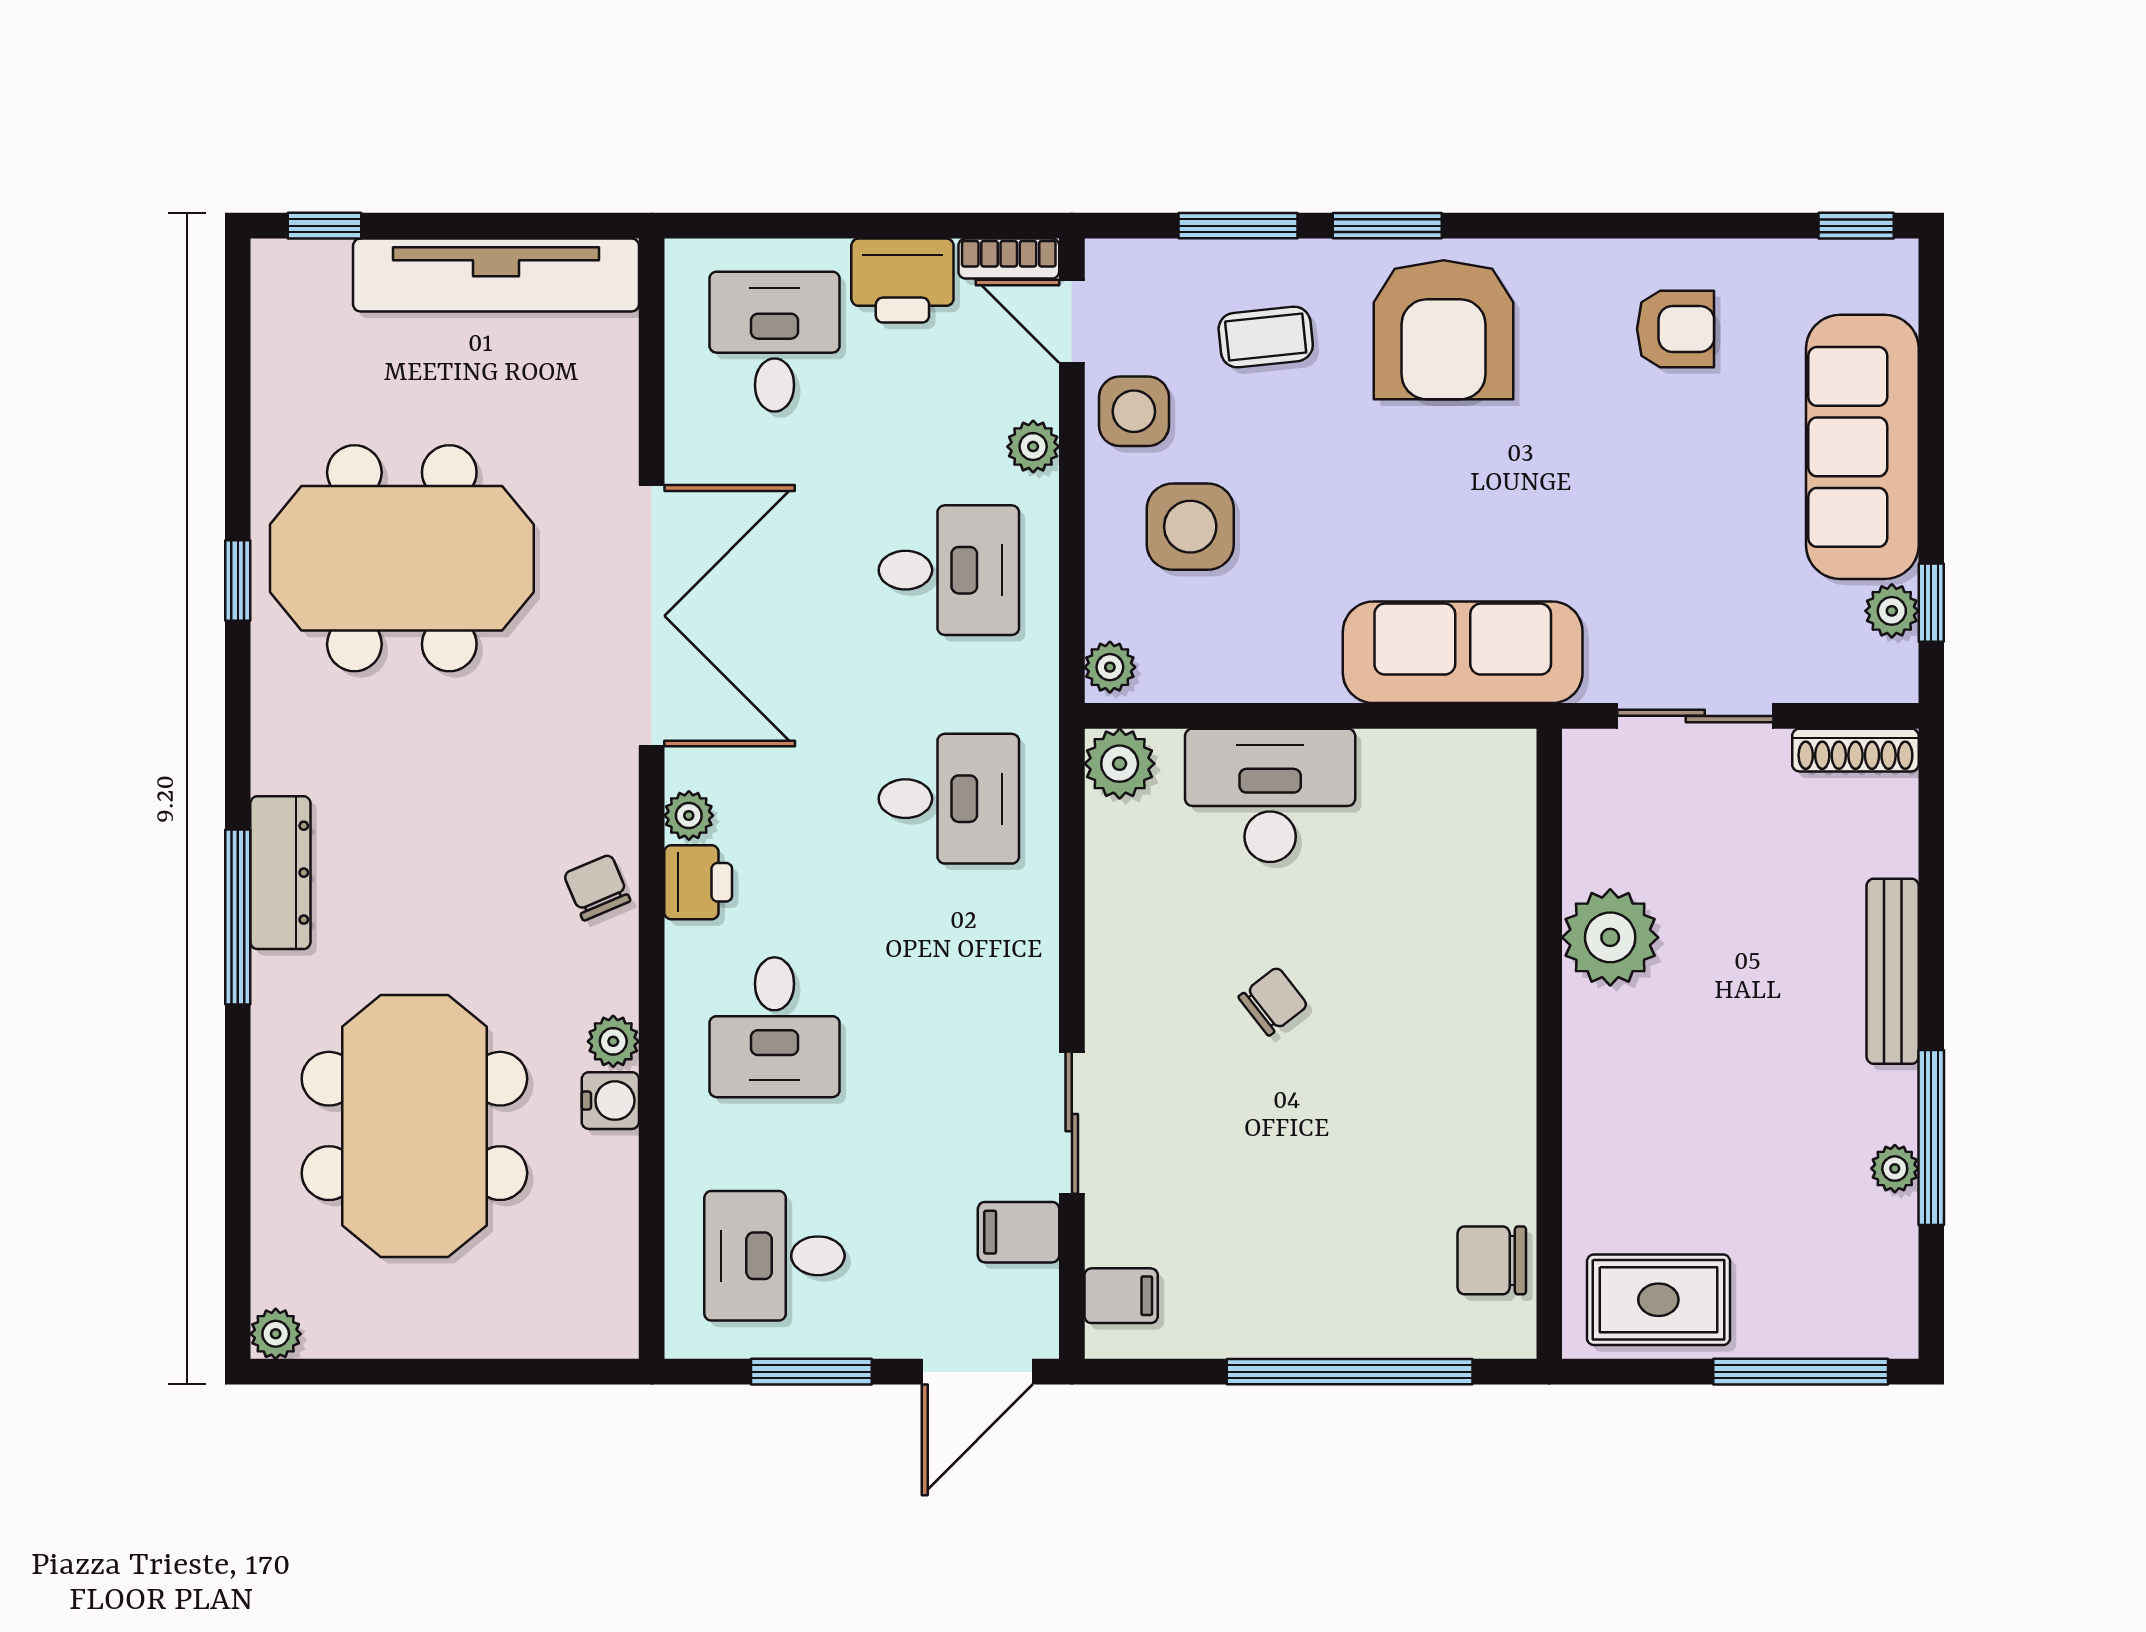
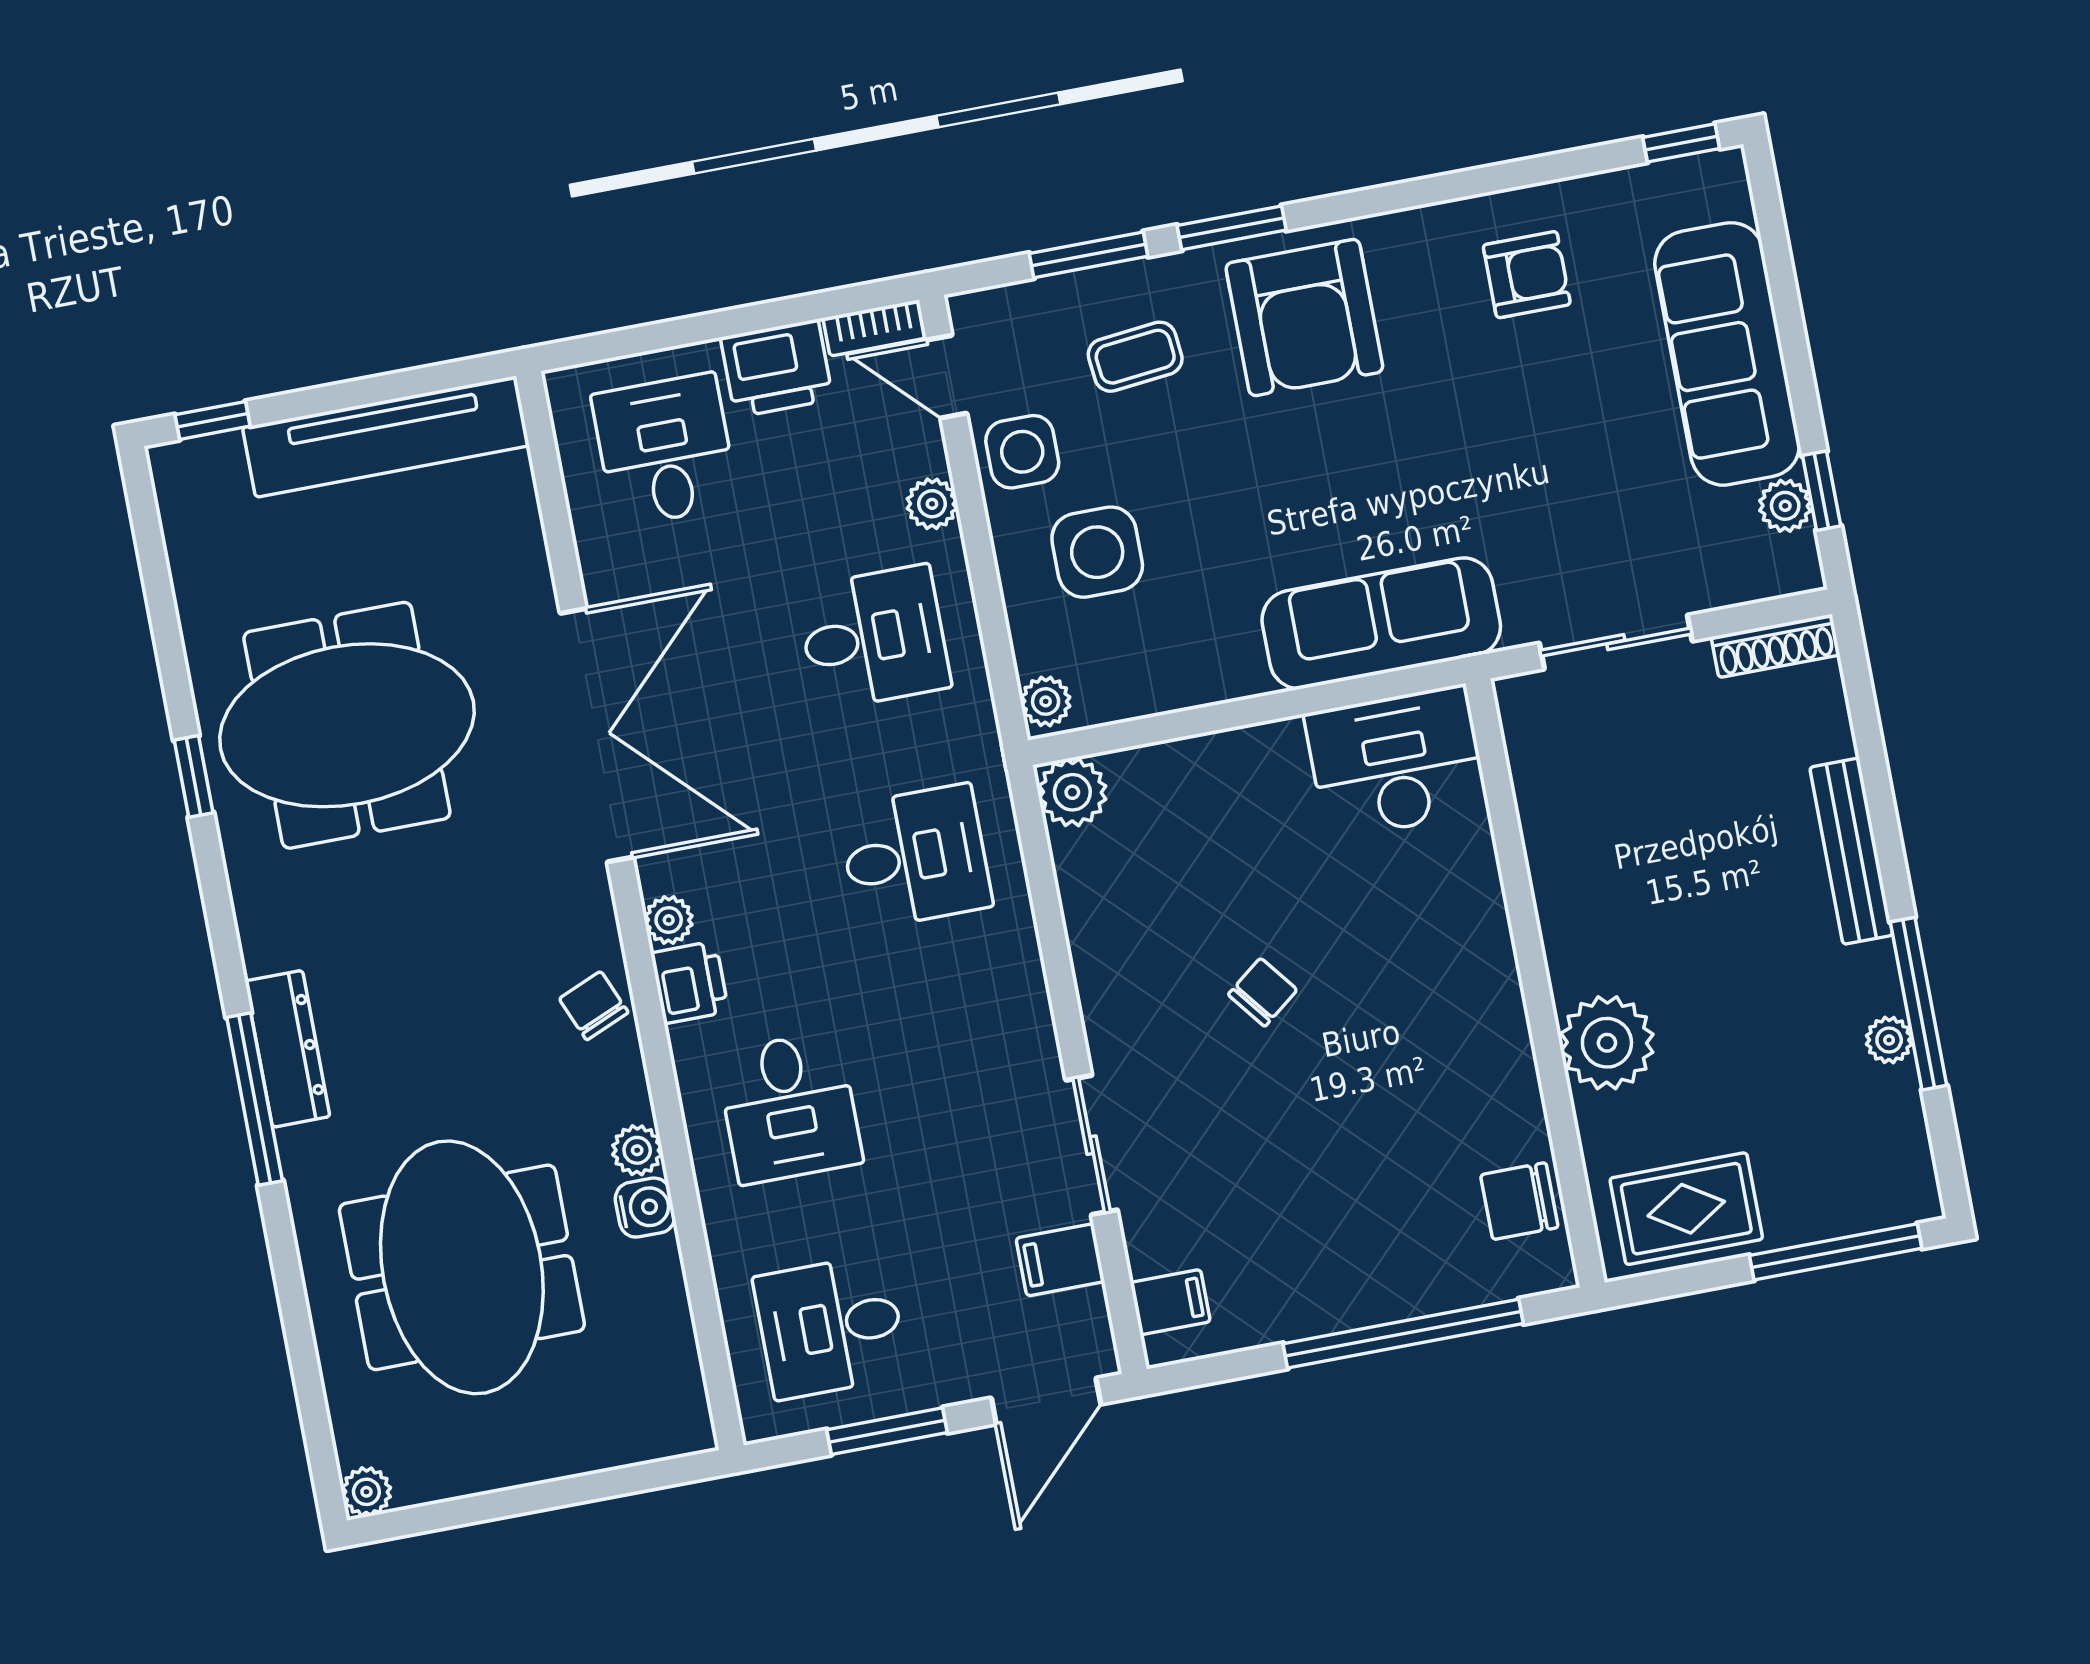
desk: (1270, 795) -> (1396, 762), moved
plant: (1610, 937) -> (1607, 1043), moved

